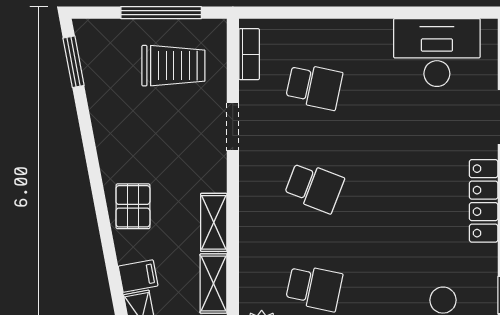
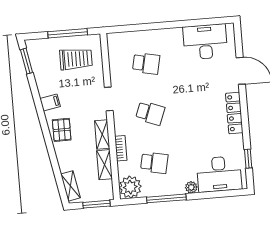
bookcase: (249, 54) -> (121, 148), moved
doorway: (233, 127) -> (109, 99), moved
filing cabinet: (138, 276) -> (50, 103), moved

